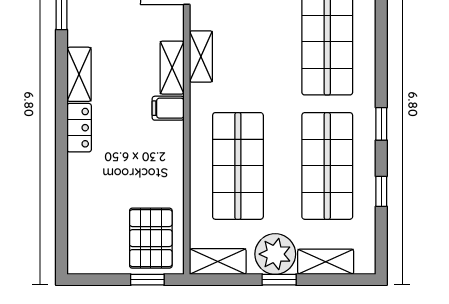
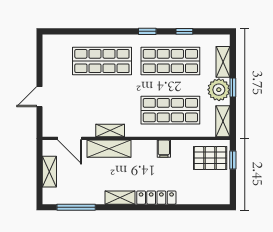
shelving: (172, 68) -> (109, 149), width x1.50, depth x1.33
filing cabinet: (168, 108) -> (164, 149), moved
locker: (79, 128) -> (156, 198), width x1.53

